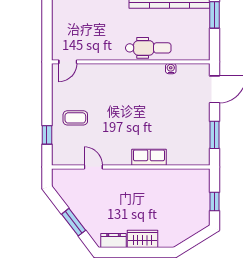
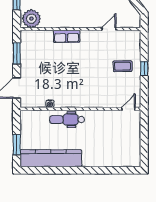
window: (47, 135) -> (144, 69), moved
door: (93, 167) -> (109, 29), swing flipped
plant: (195, 181) -> (31, 19), added

